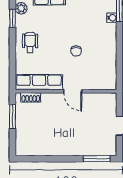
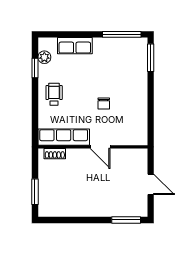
water cooler: (112, 18) -> (142, 68), removed
window: (12, 117) -> (35, 192), moved

